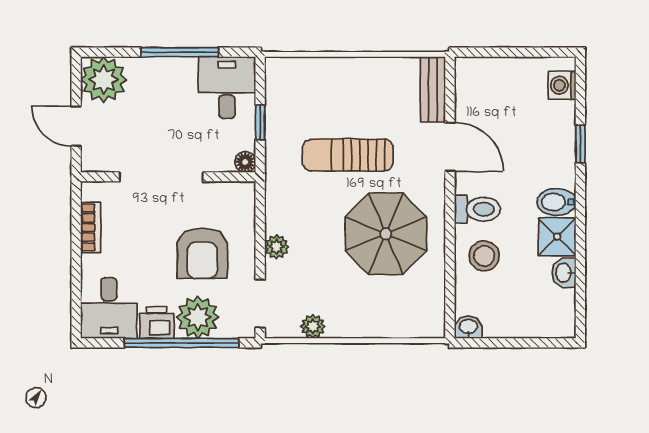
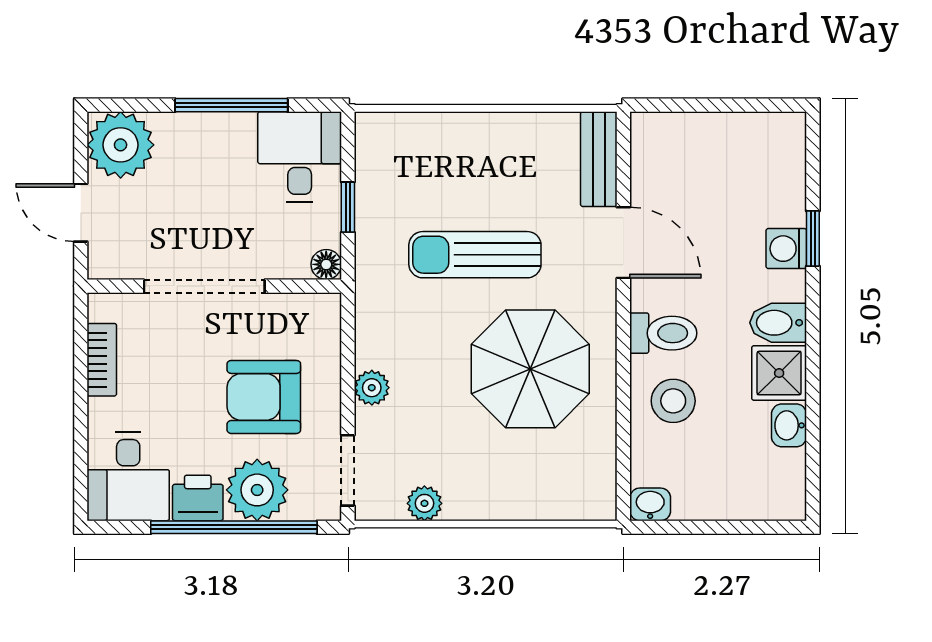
washing machine: (562, 85) -> (786, 249), moved
armchair: (202, 253) -> (264, 397), turned 90

